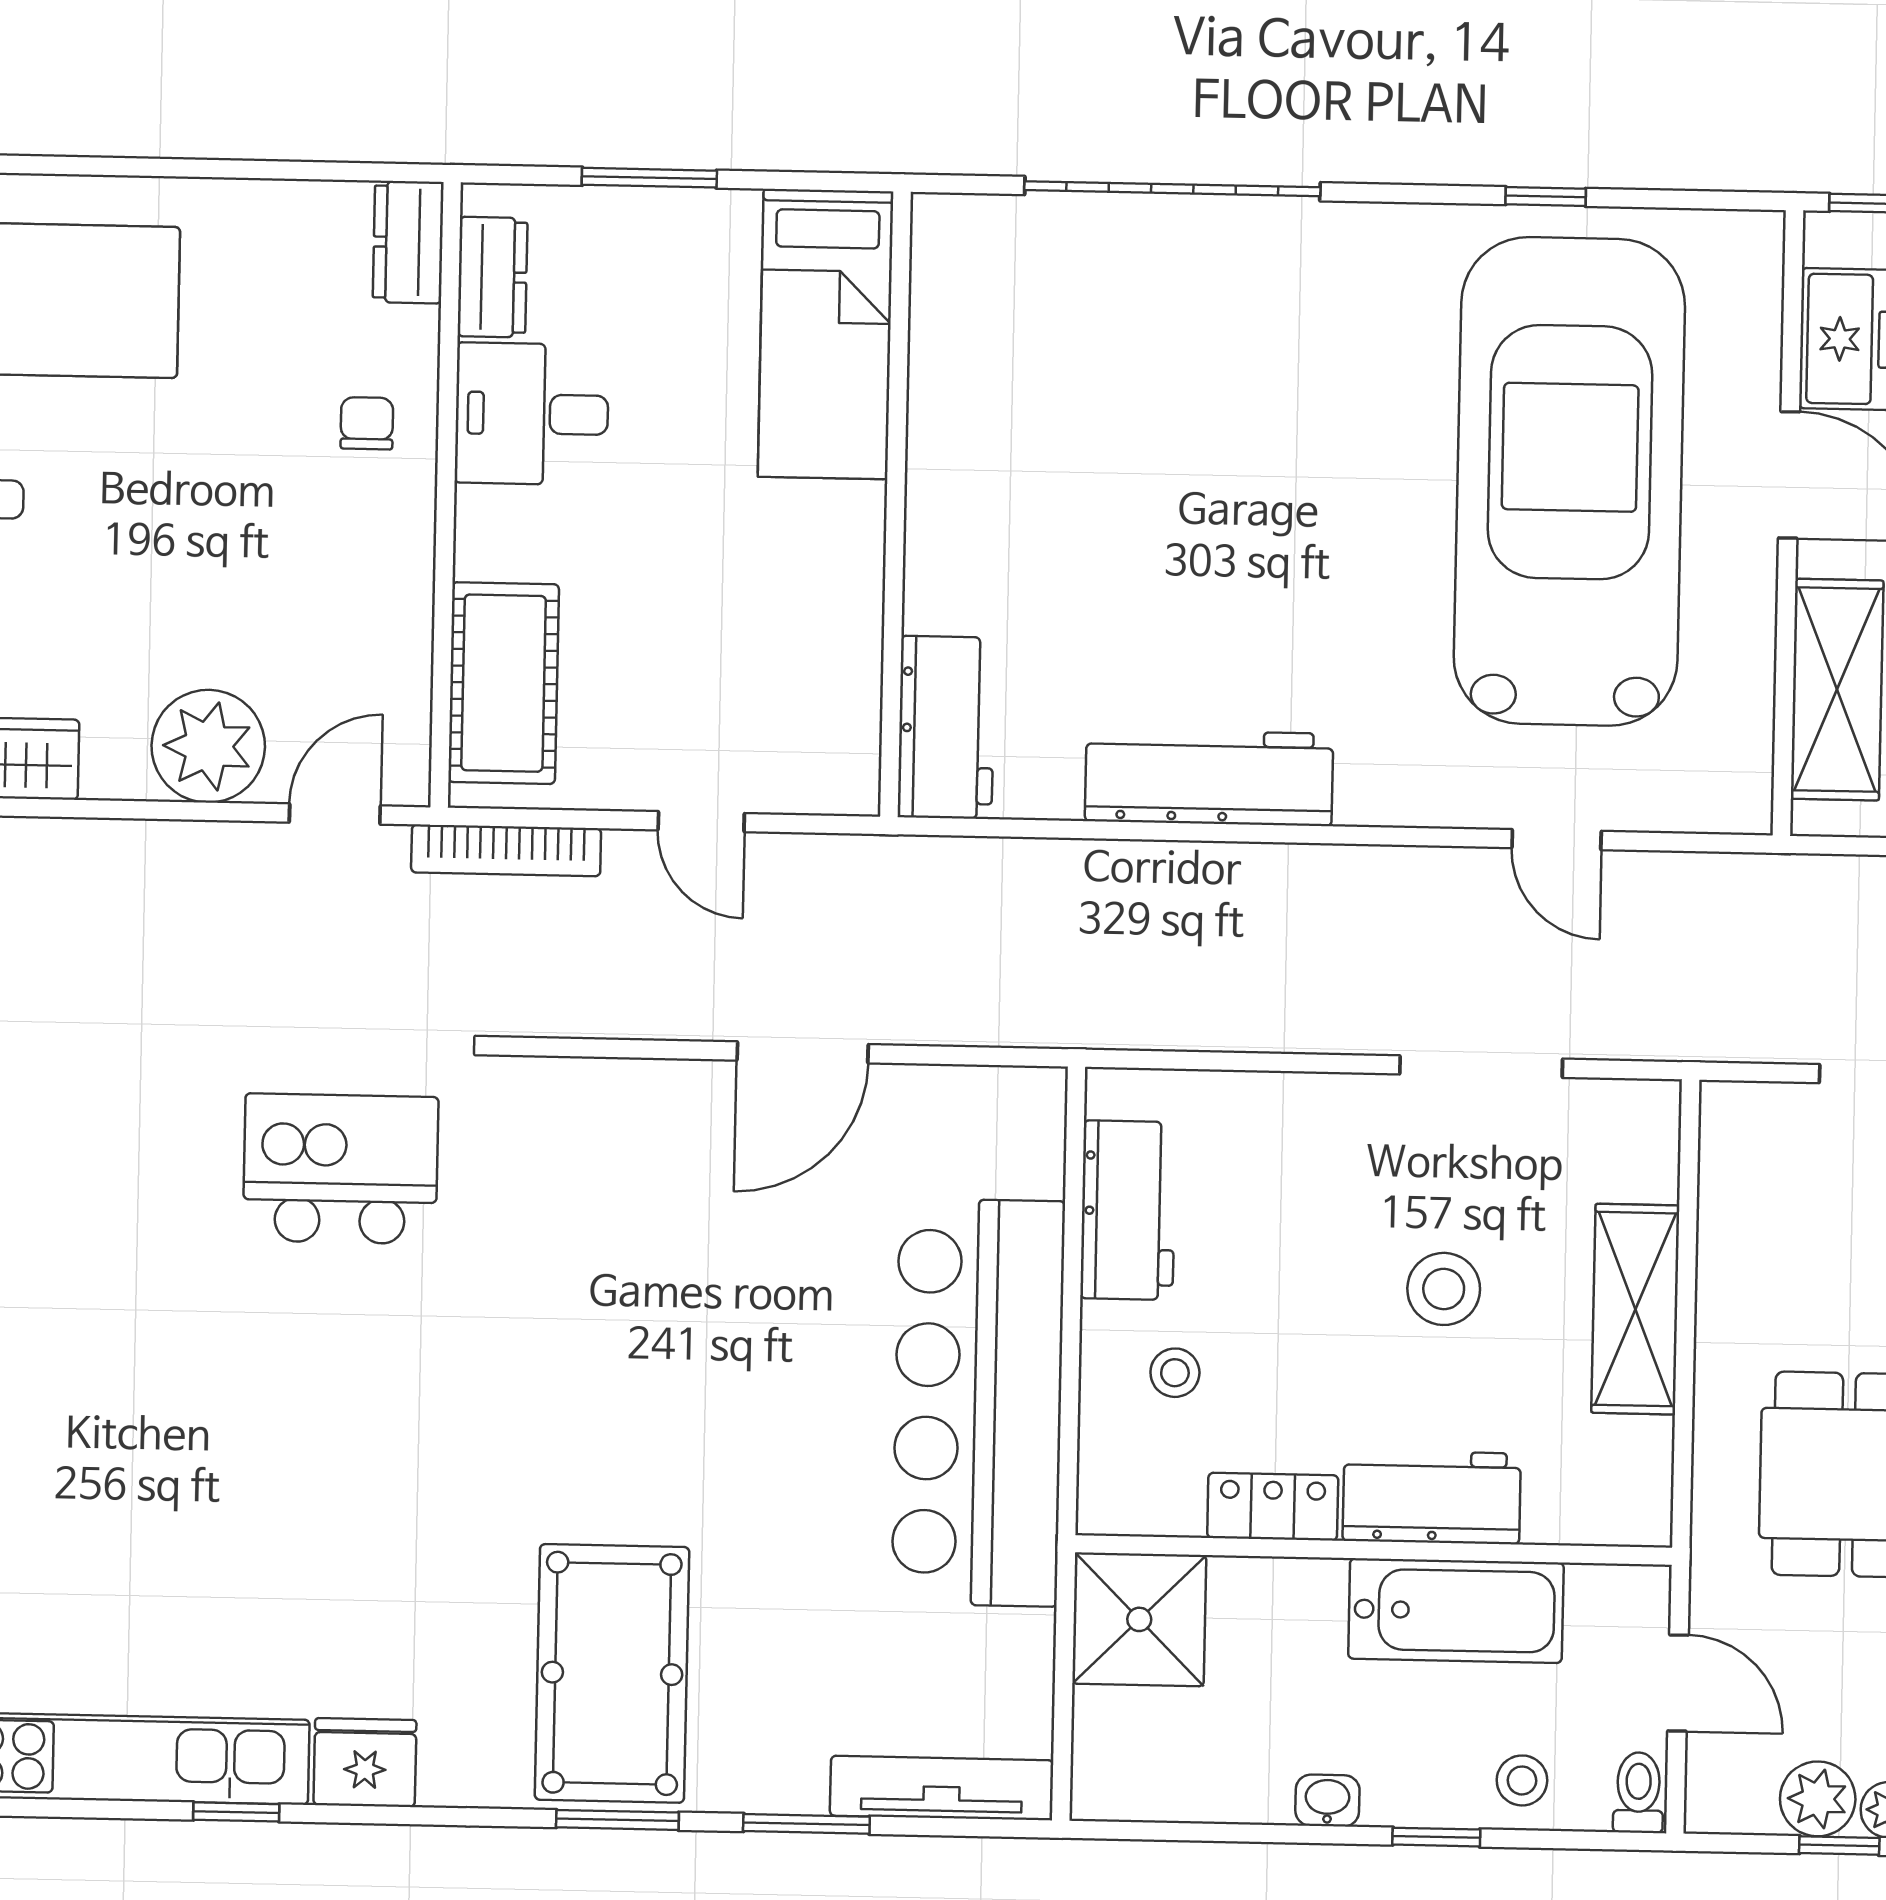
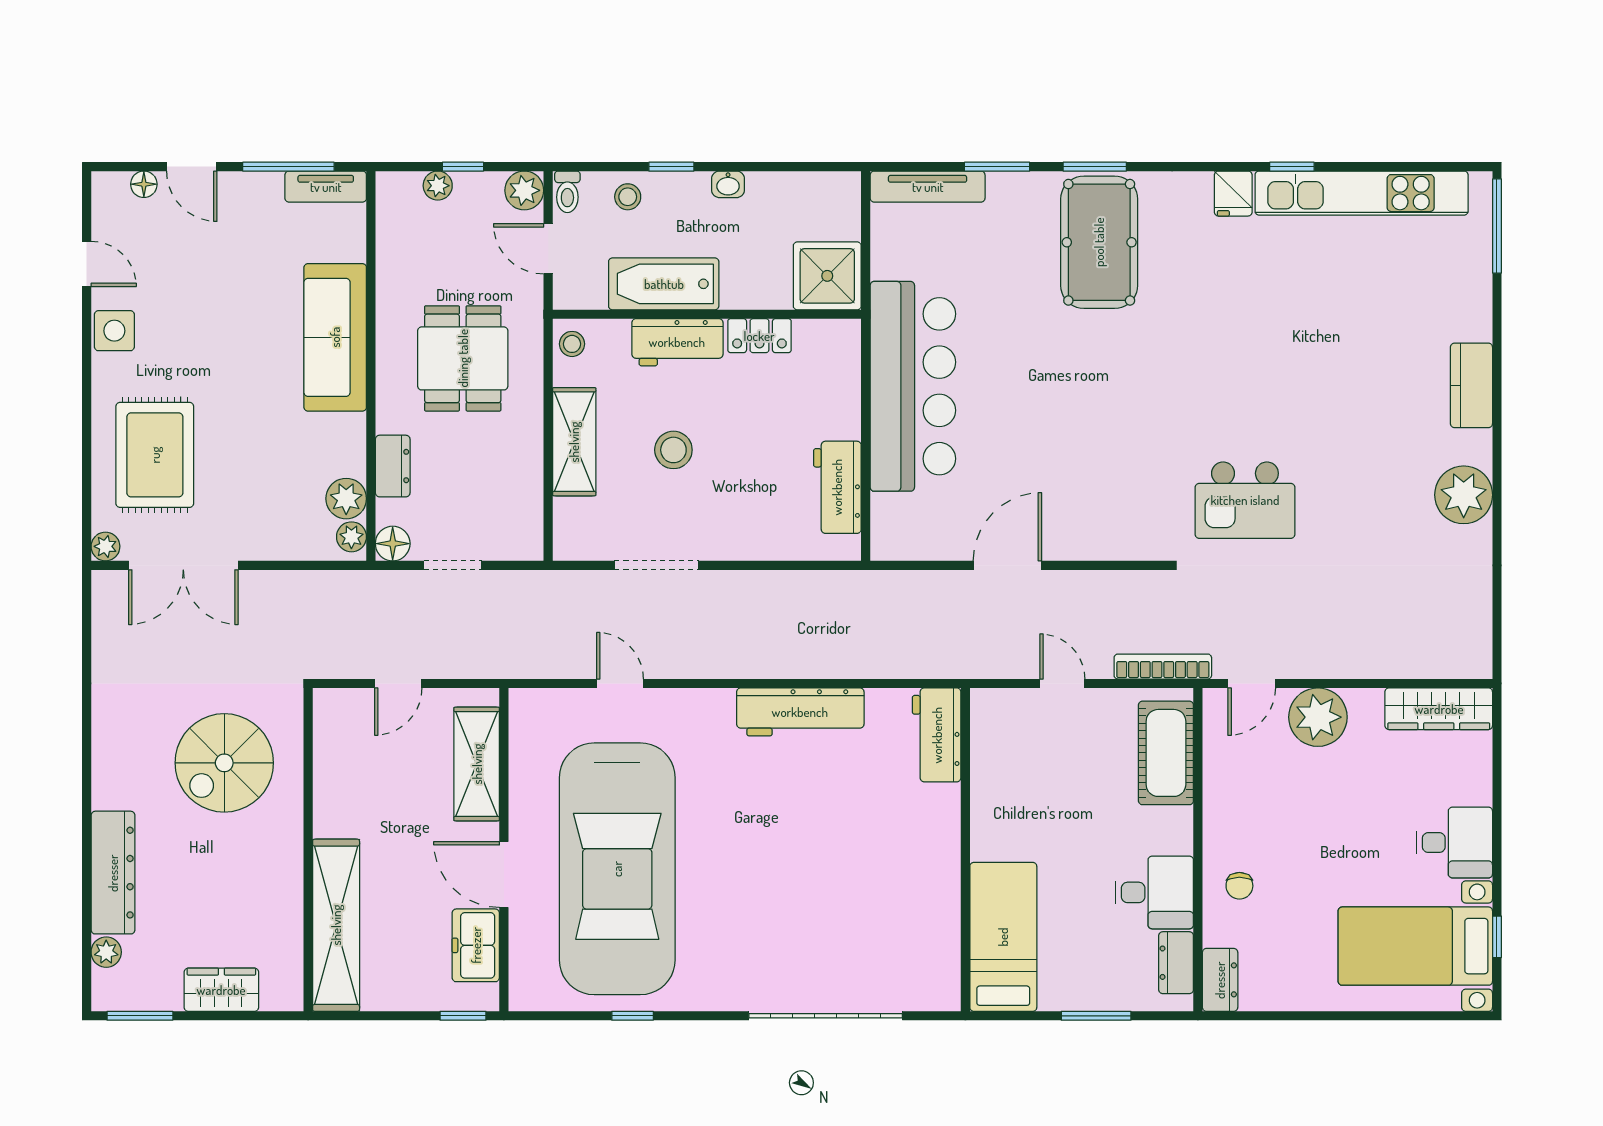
stool: (1175, 1373) -> (572, 344), moved
fridge: (365, 1763) -> (1233, 194), width x0.72
plant: (1818, 1799) -> (524, 190), moved

